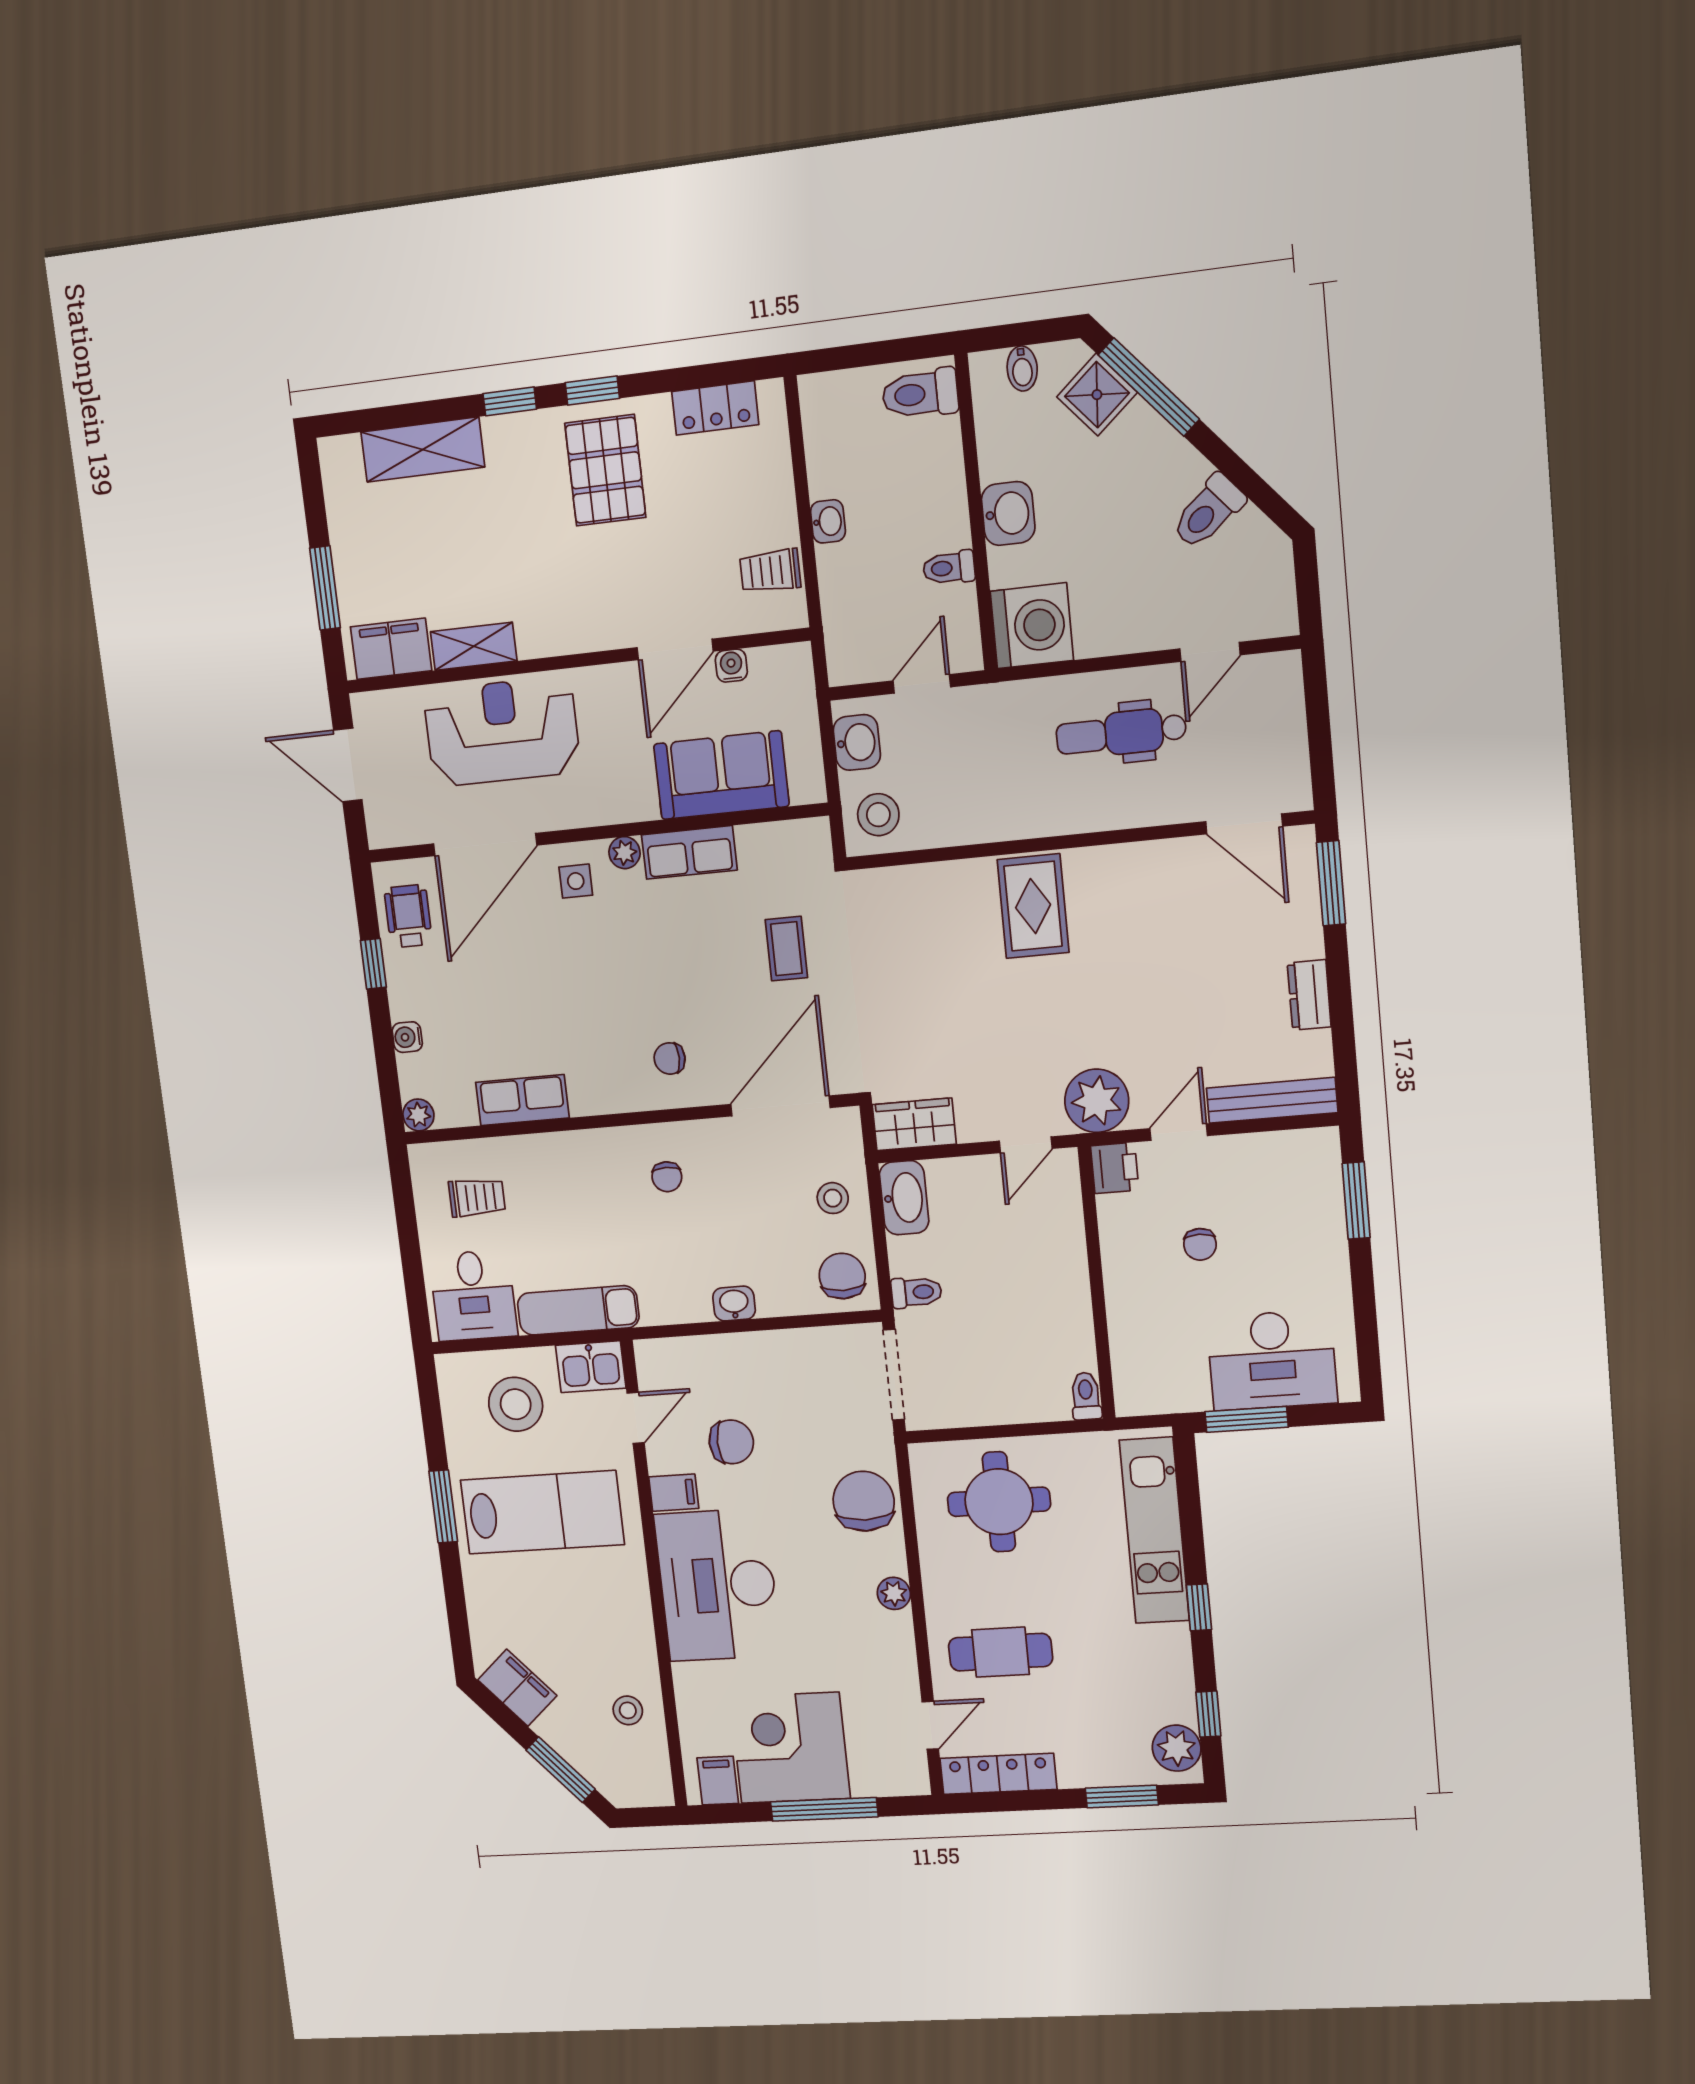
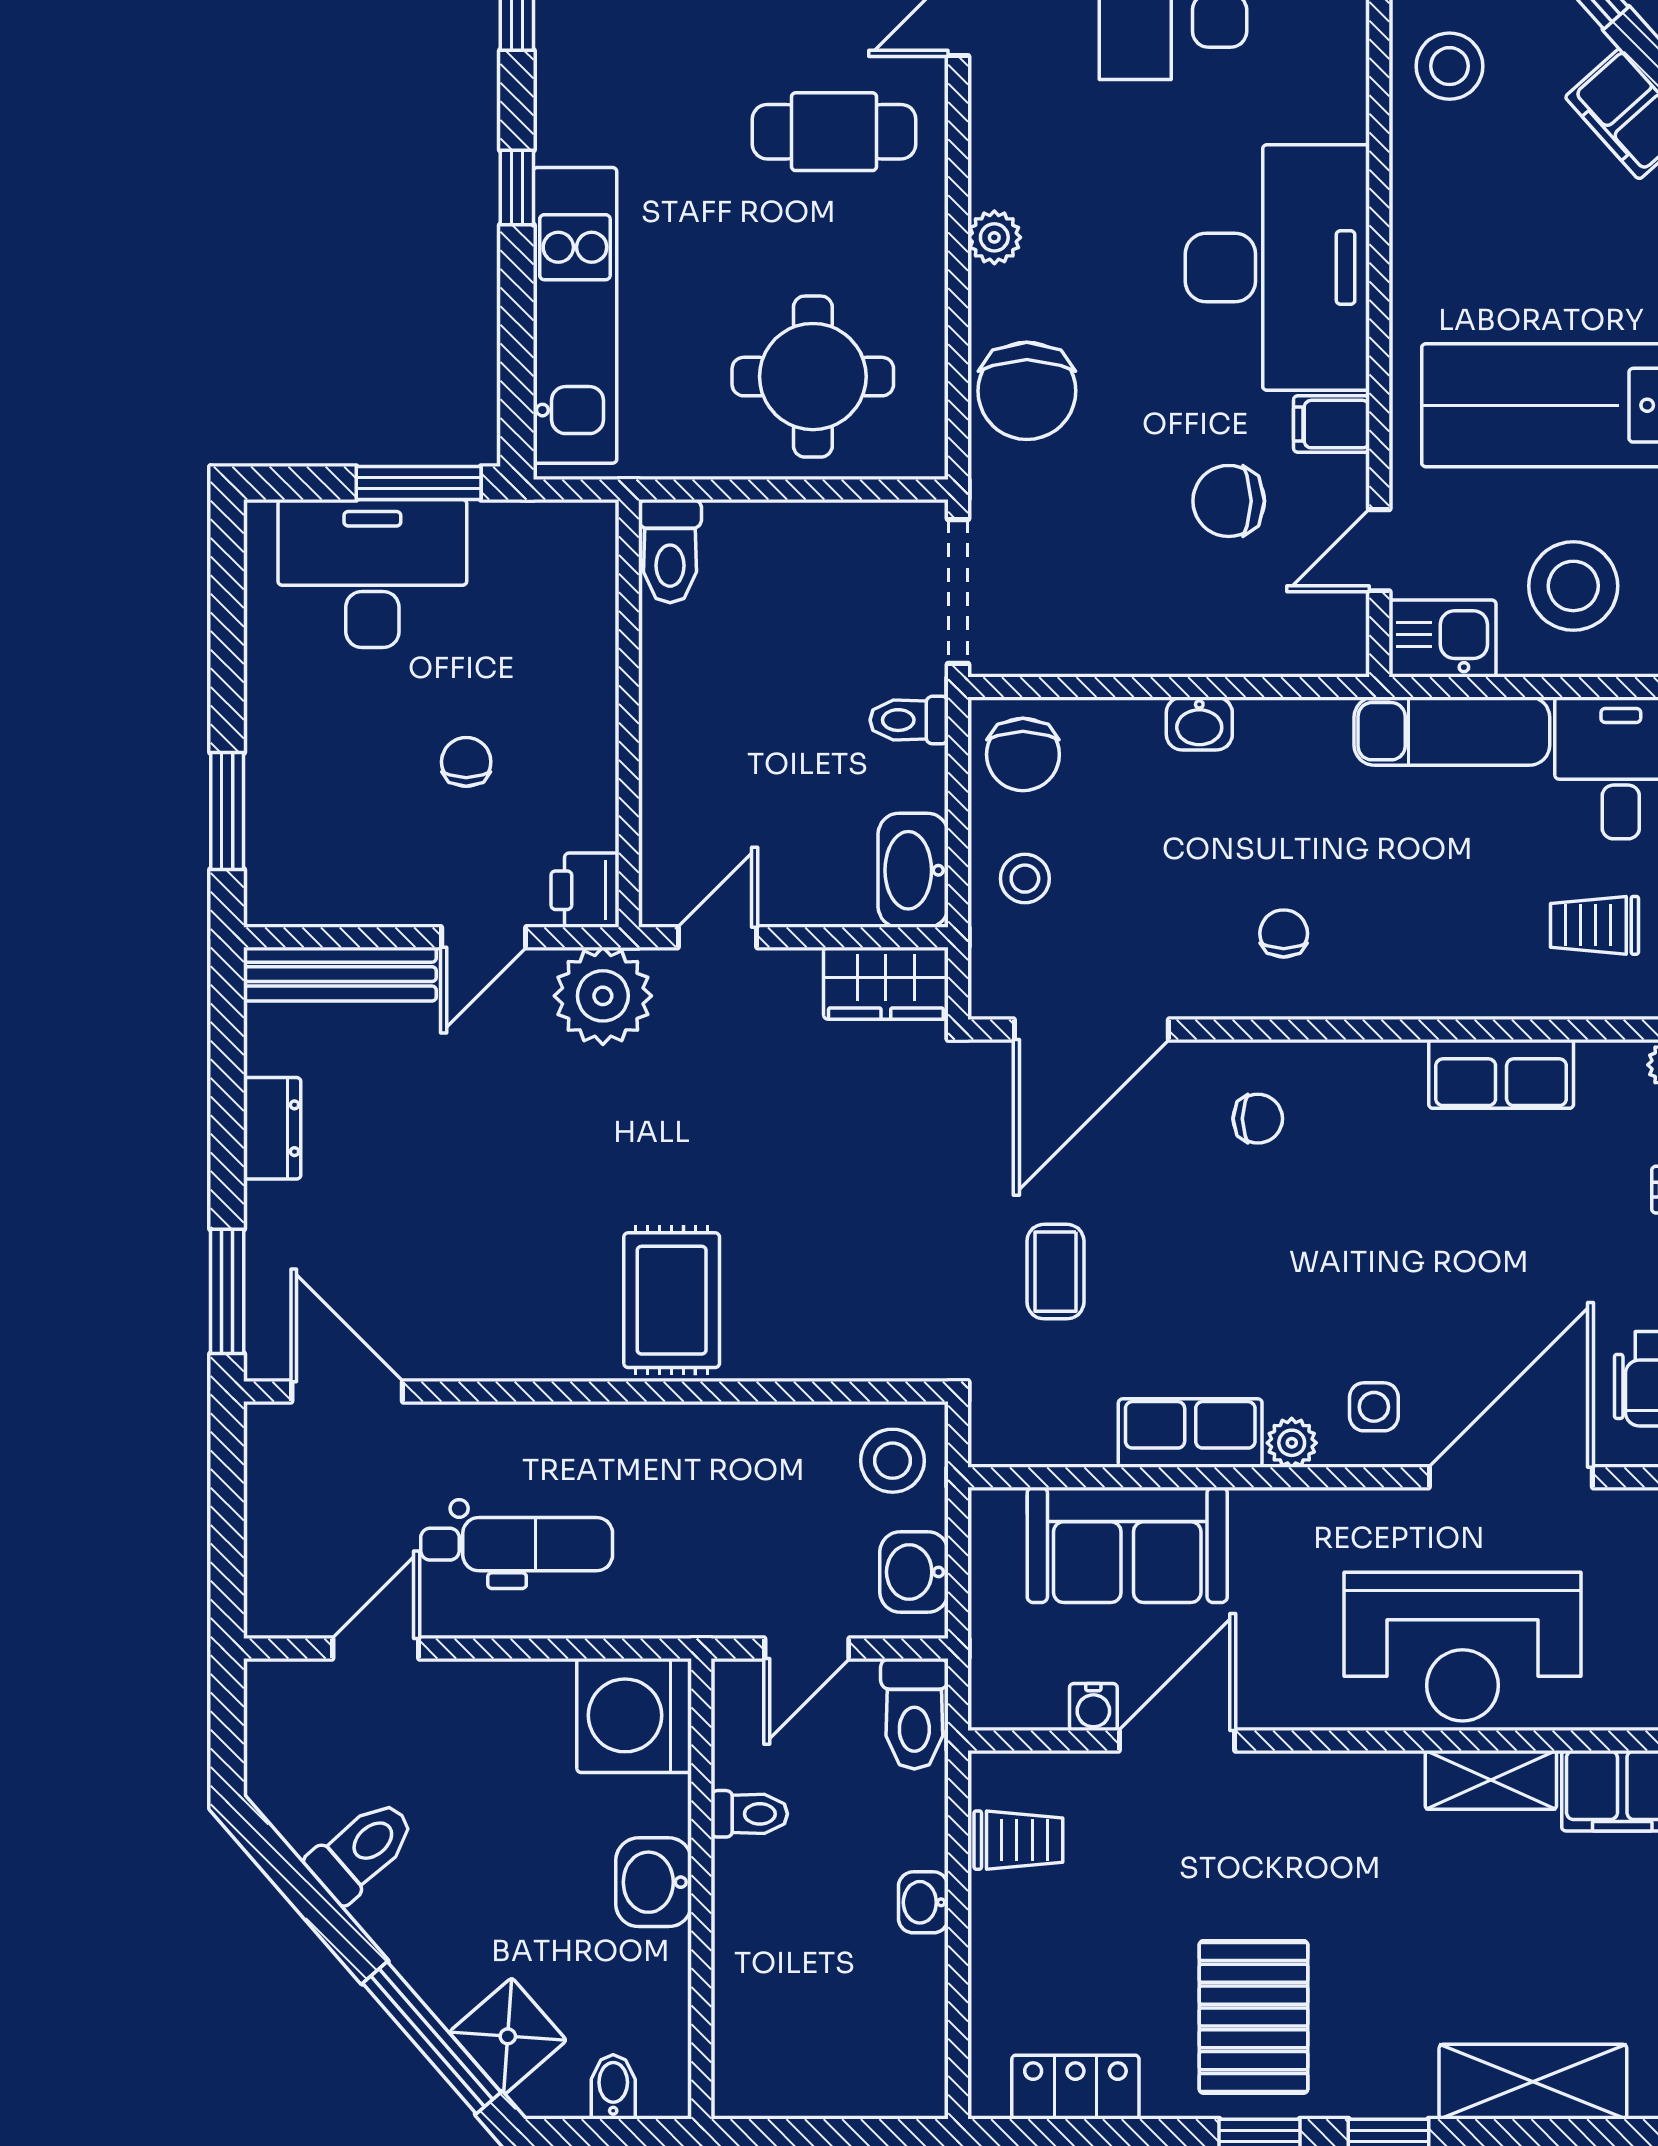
toilet: (920, 394) -> (914, 1714), moved, turned 90
toilet: (1086, 1396) -> (670, 551), width x1.37, depth x1.39
stool: (628, 1710) -> (1449, 66), width x1.37, depth x1.37

